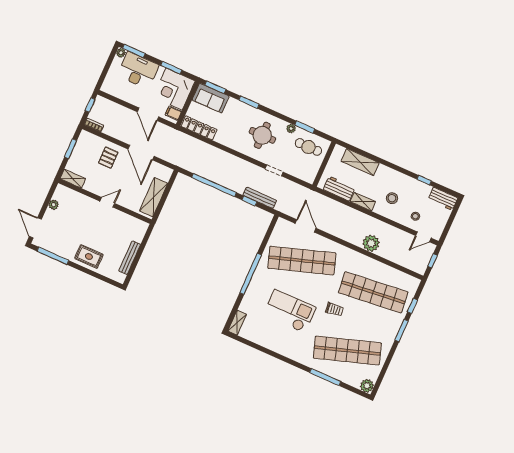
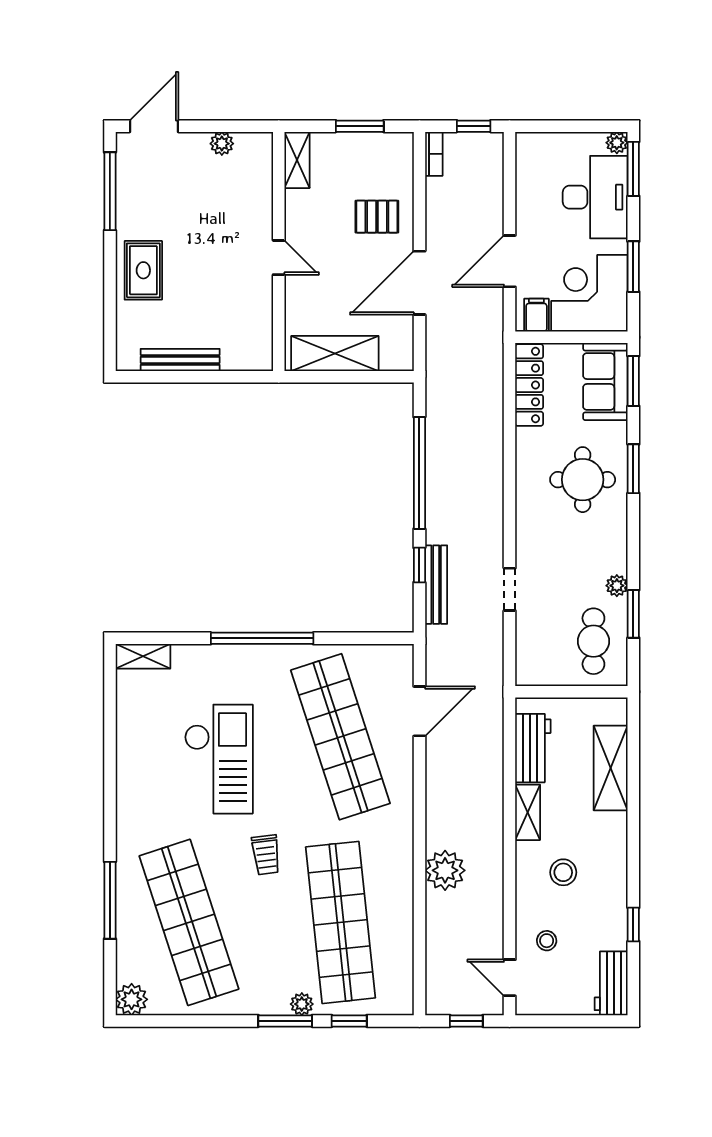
round table: (262, 135) -> (583, 480), moved
plant: (398, 321) -> (302, 1004), added

